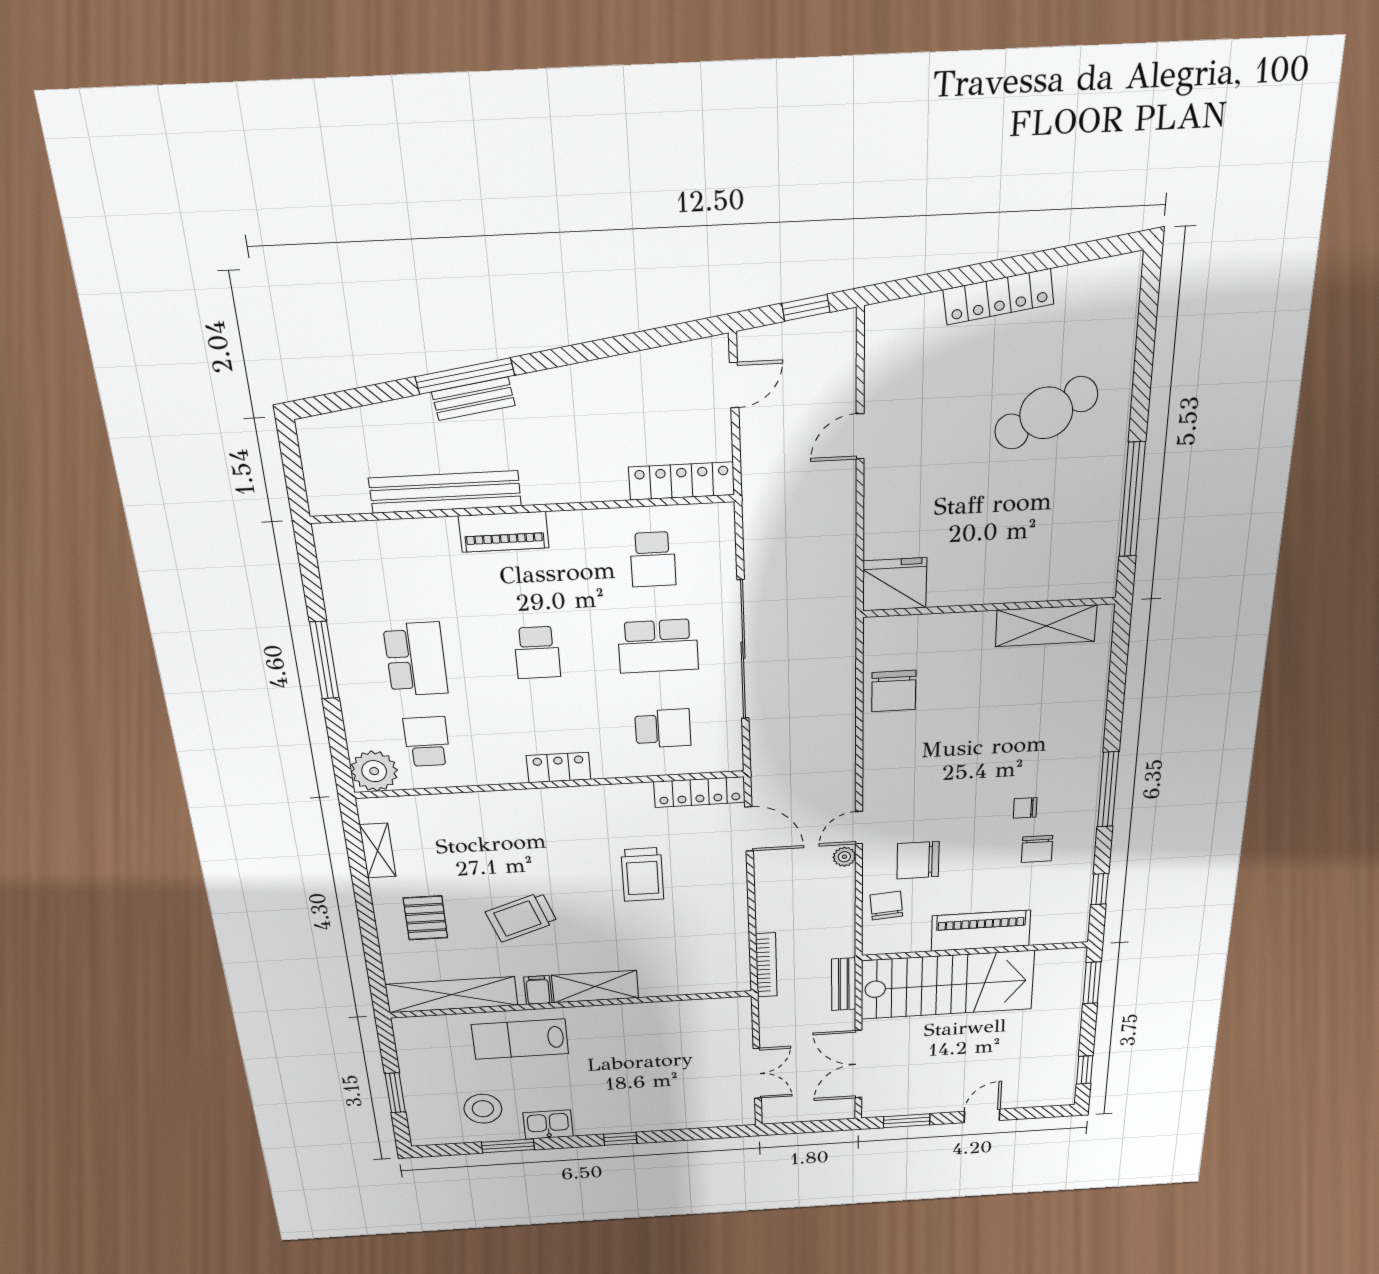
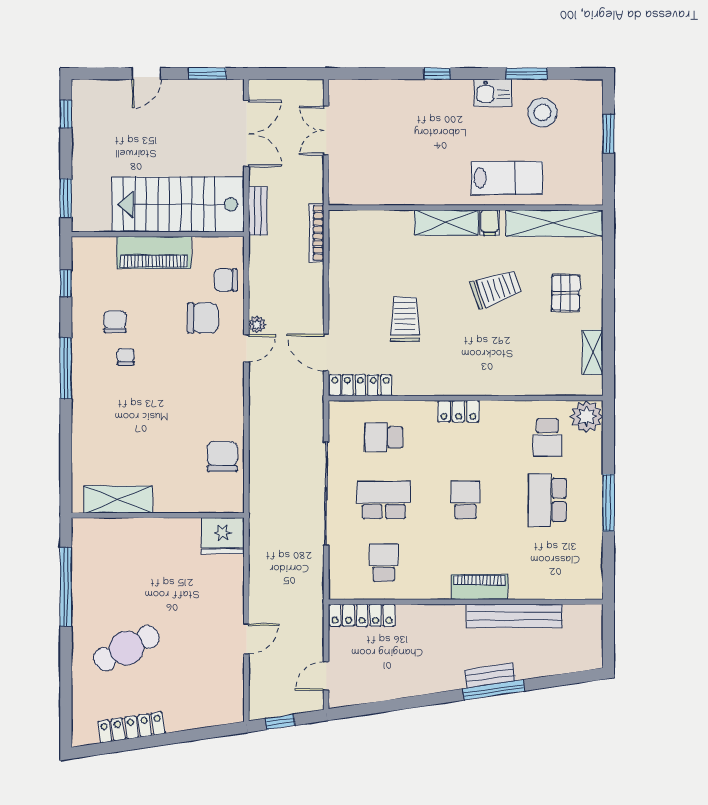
locker: (999, 297) -> (131, 727), moved
chair: (1025, 808) -> (126, 357), turned -90
chair: (886, 906) -> (226, 280), turned 95

